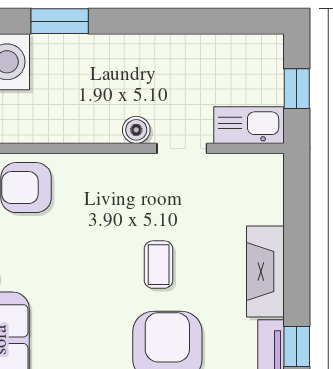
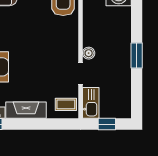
window: (60, 21) -> (137, 55), moved
coffee table: (159, 265) -> (66, 104), moved

